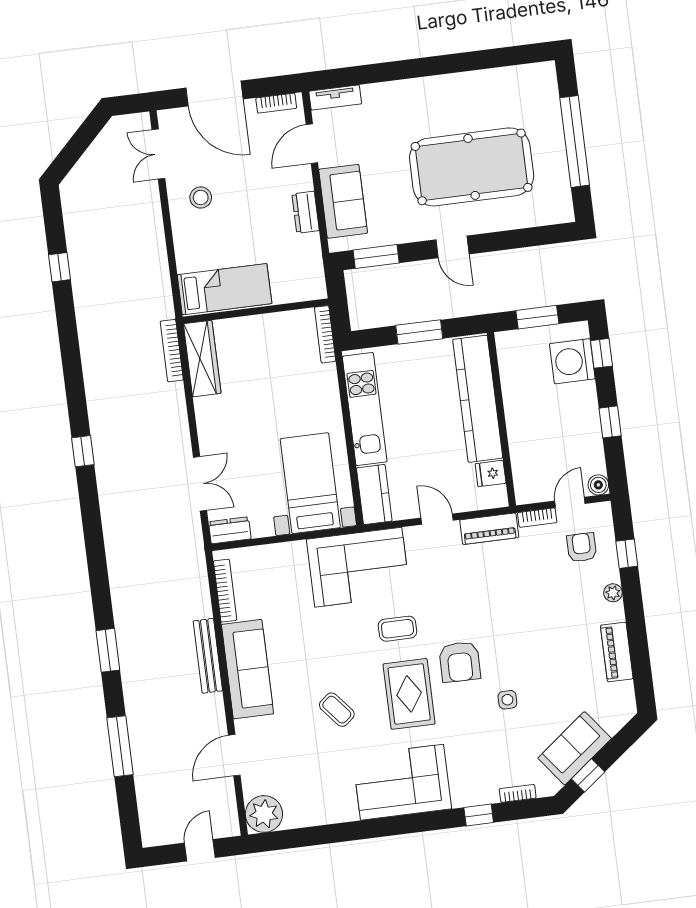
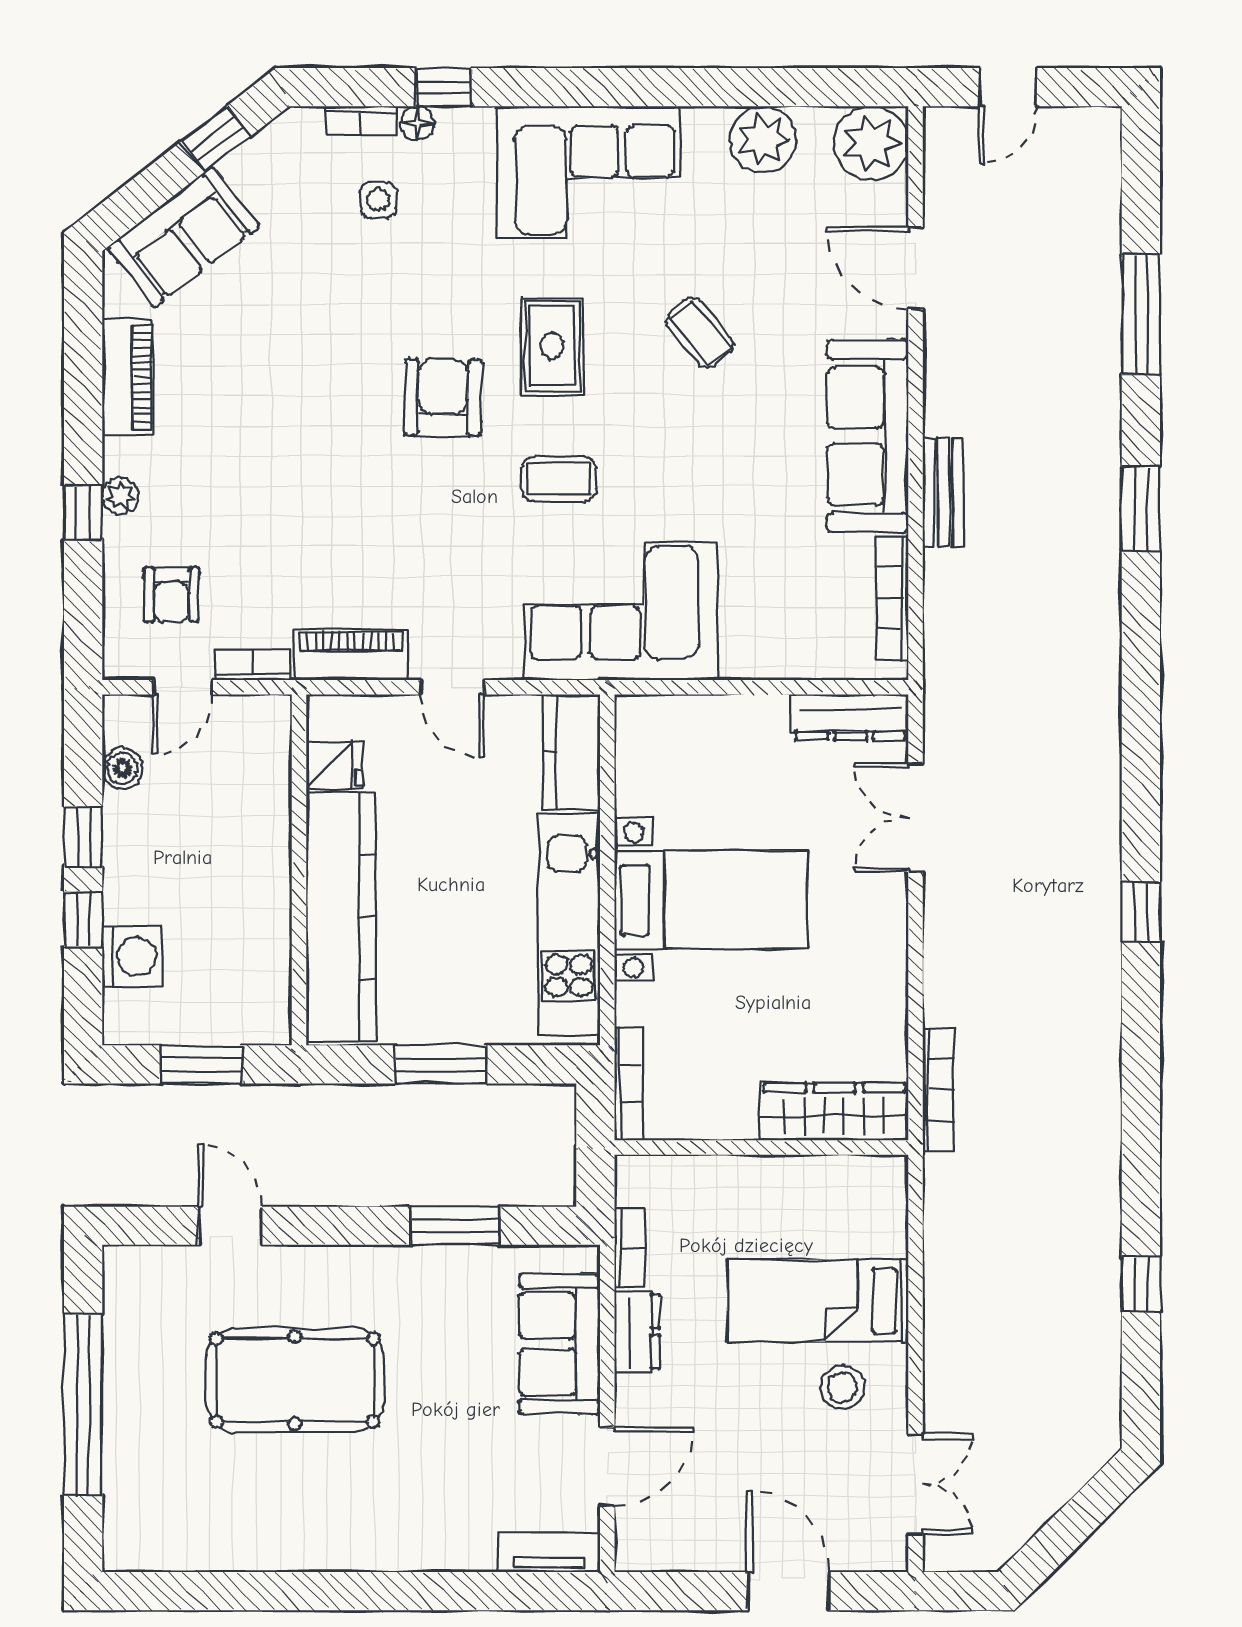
door: (215, 94) -> (788, 1591), width x0.73
bookcase: (276, 103) -> (630, 1248), moved, turned 90
pool table: (472, 167) -> (295, 1380), width x0.73, depth x0.76
door: (452, 247) -> (230, 1226), moved
window: (376, 256) -> (455, 1226), moved
bed: (225, 289) -> (818, 1301), moved
window: (601, 353) -> (83, 919), moved
wardrobe: (202, 359) -> (834, 1112), moved, turned 90
washing machine: (572, 361) -> (132, 957), width x0.73, depth x0.73
bed with nightstands: (310, 483) -> (711, 900), moved, turned -90
boiler: (598, 485) -> (122, 768), moved
dresser: (230, 530) -> (850, 717), width x1.44
window: (627, 554) -> (83, 513), moved
bench: (208, 656) -> (943, 492), width x0.73
rug: (409, 694) -> (552, 346), width x0.73, depth x0.70
side table: (507, 700) -> (378, 200), moved
sofa: (575, 748) -> (183, 237), moved
door: (234, 755) -> (916, 268), swing flipped
floor lamp: (490, 796) -> (417, 123), added
plant: (318, 809) -> (763, 140), added

